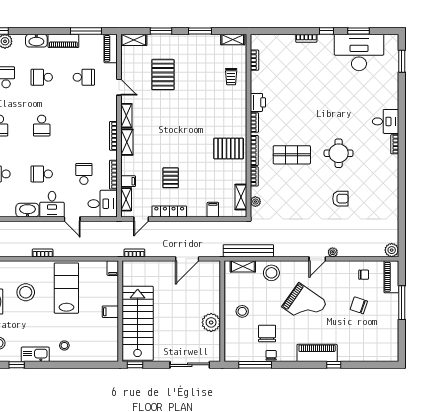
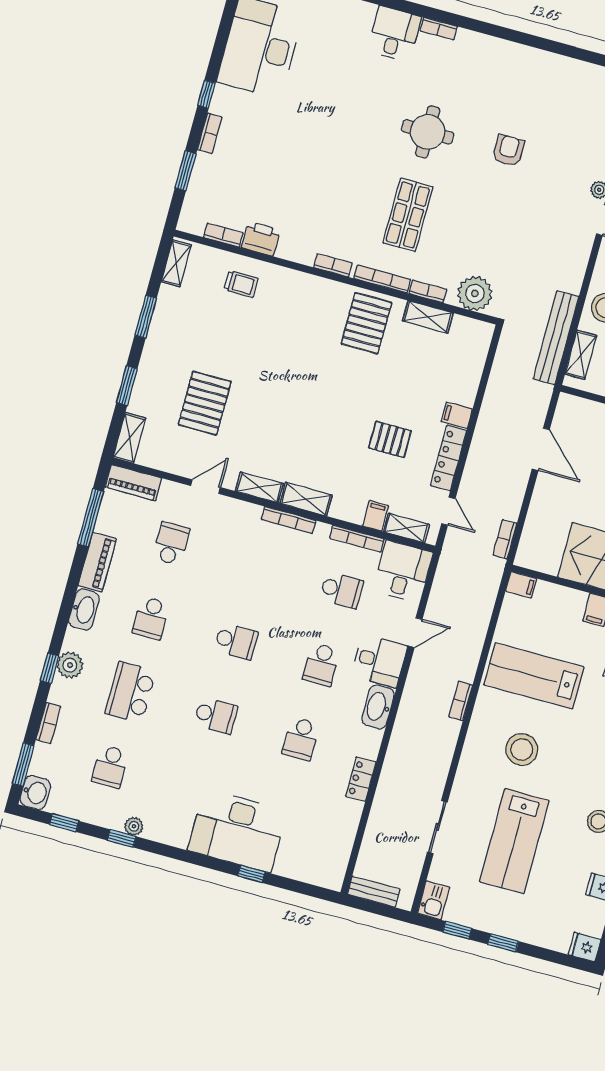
window: (359, 31) -> (186, 171), moved
pallet: (163, 75) -> (205, 403), turned 90
printer: (258, 102) -> (261, 239), moved
school desk: (84, 174) -> (341, 590), turned 180
shelving: (241, 197) -> (428, 317), moved
plant: (255, 202) -> (475, 293), width x1.87, depth x1.87
filing cabinet: (213, 210) -> (457, 415), moved

